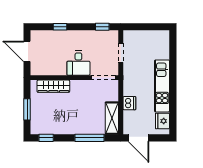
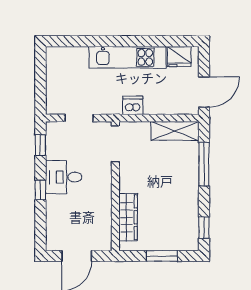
window: (60, 27) -> (40, 190), moved
desk: (78, 63) -> (64, 177), moved, turned 180
dishwasher: (129, 103) -> (133, 105), moved

